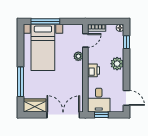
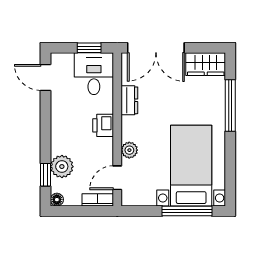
plant: (117, 64) -> (62, 167), moved
dresser: (78, 85) -> (129, 100), added

